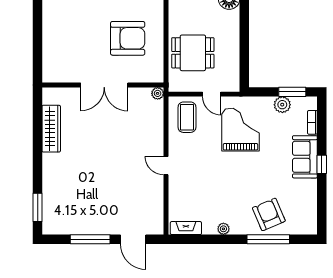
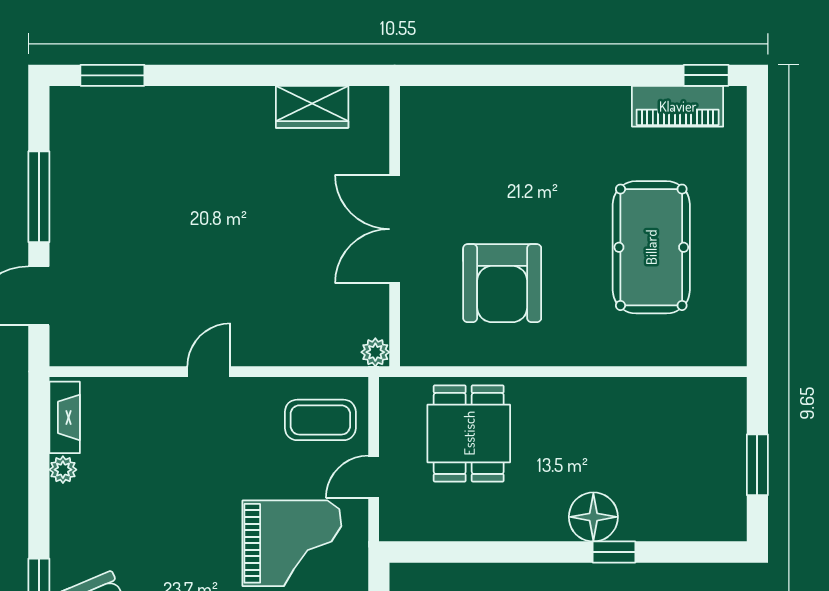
wardrobe: (51, 129) -> (312, 107), width x0.67
plant: (223, 229) -> (63, 470), moved

